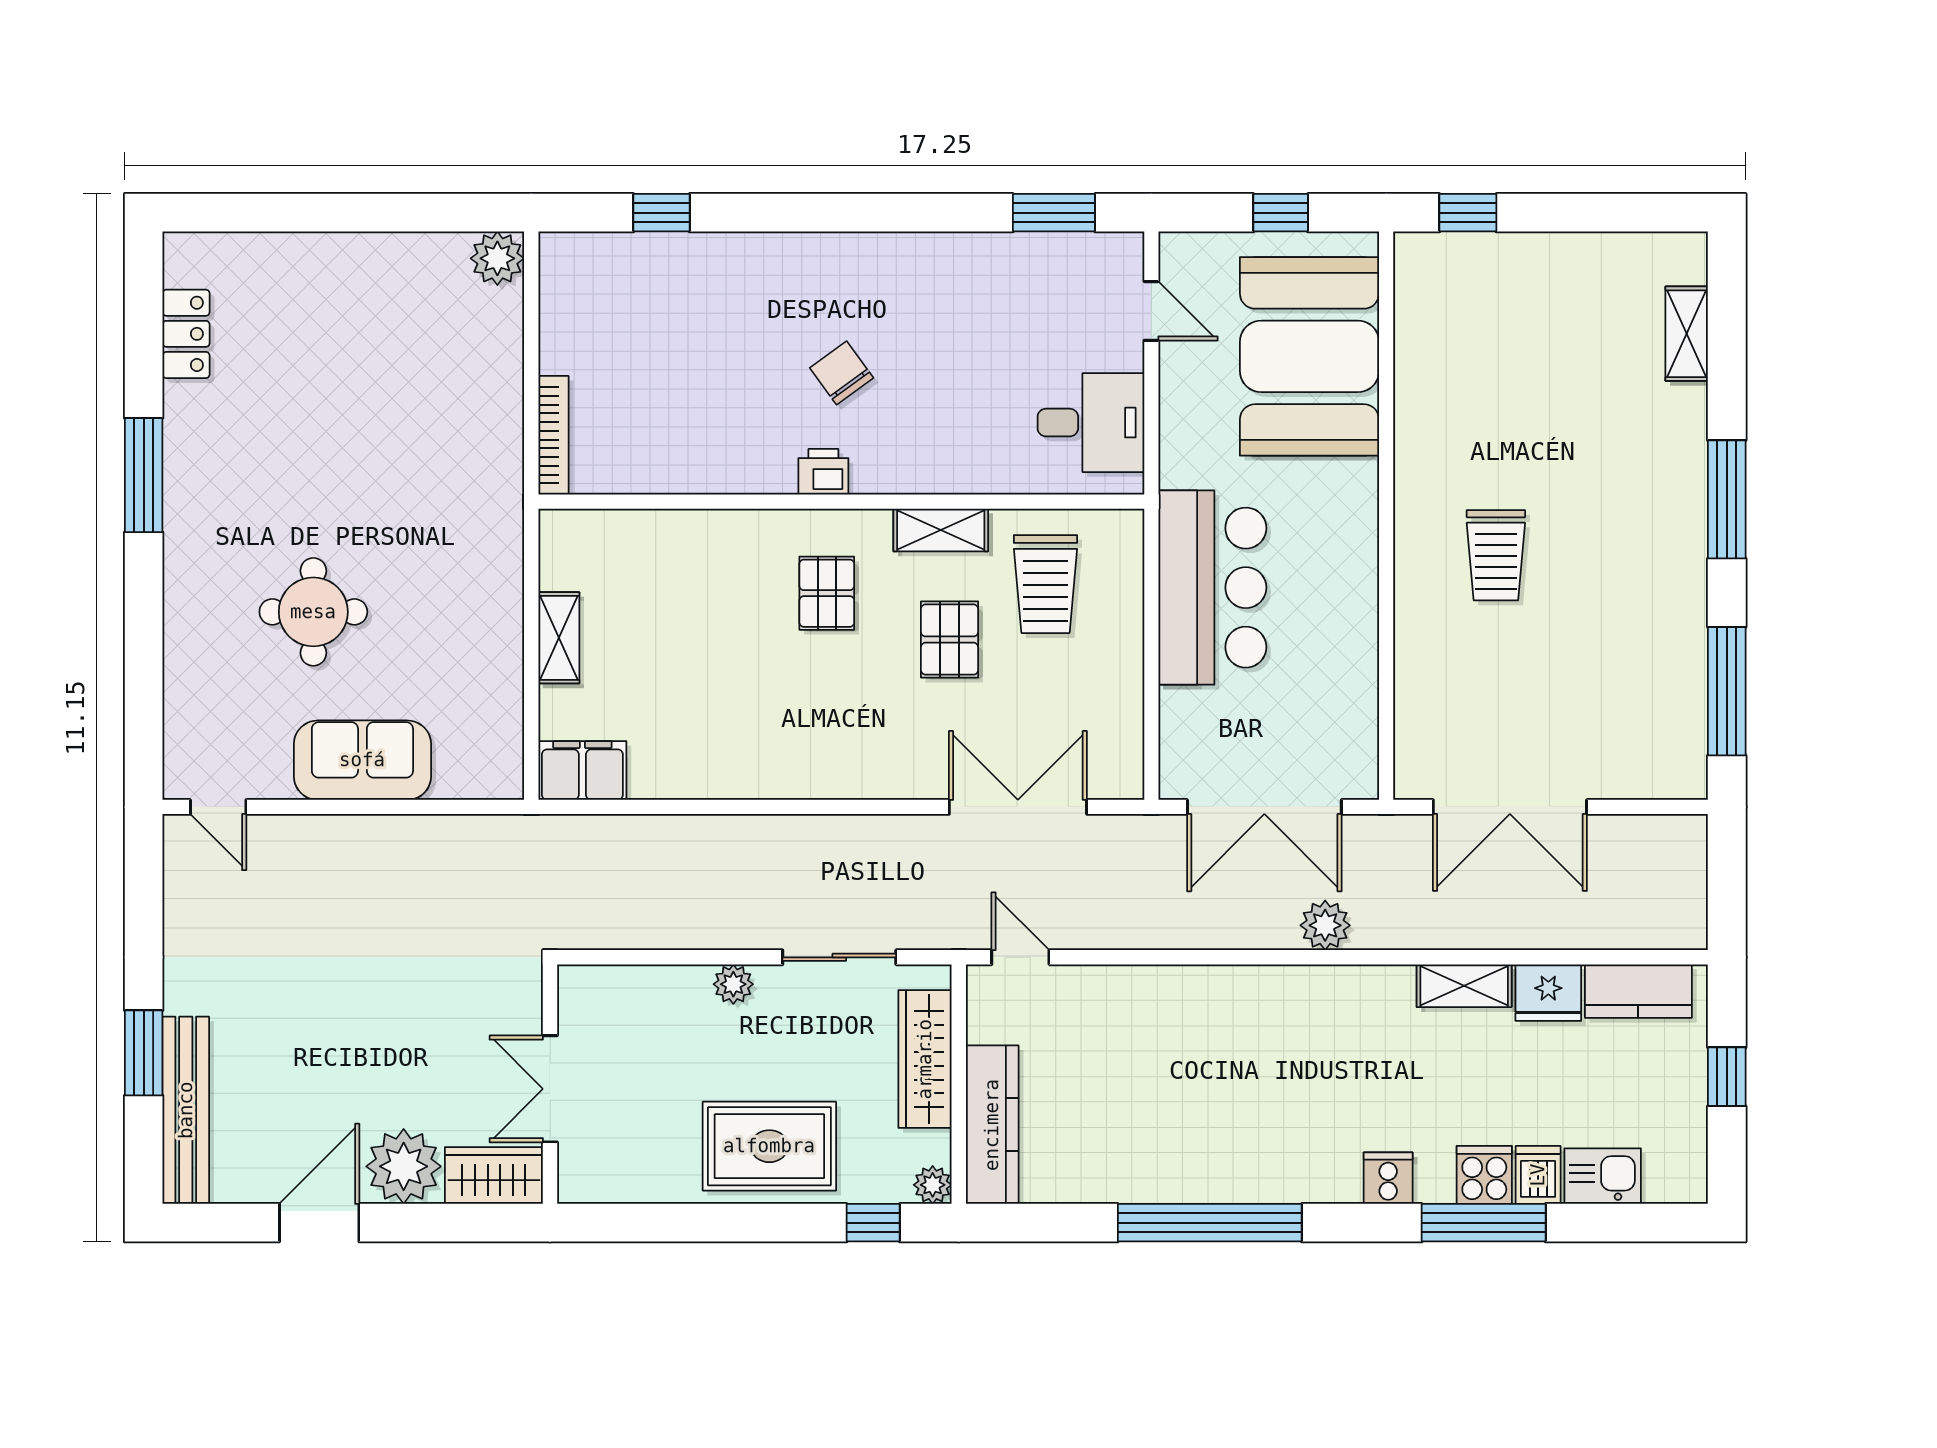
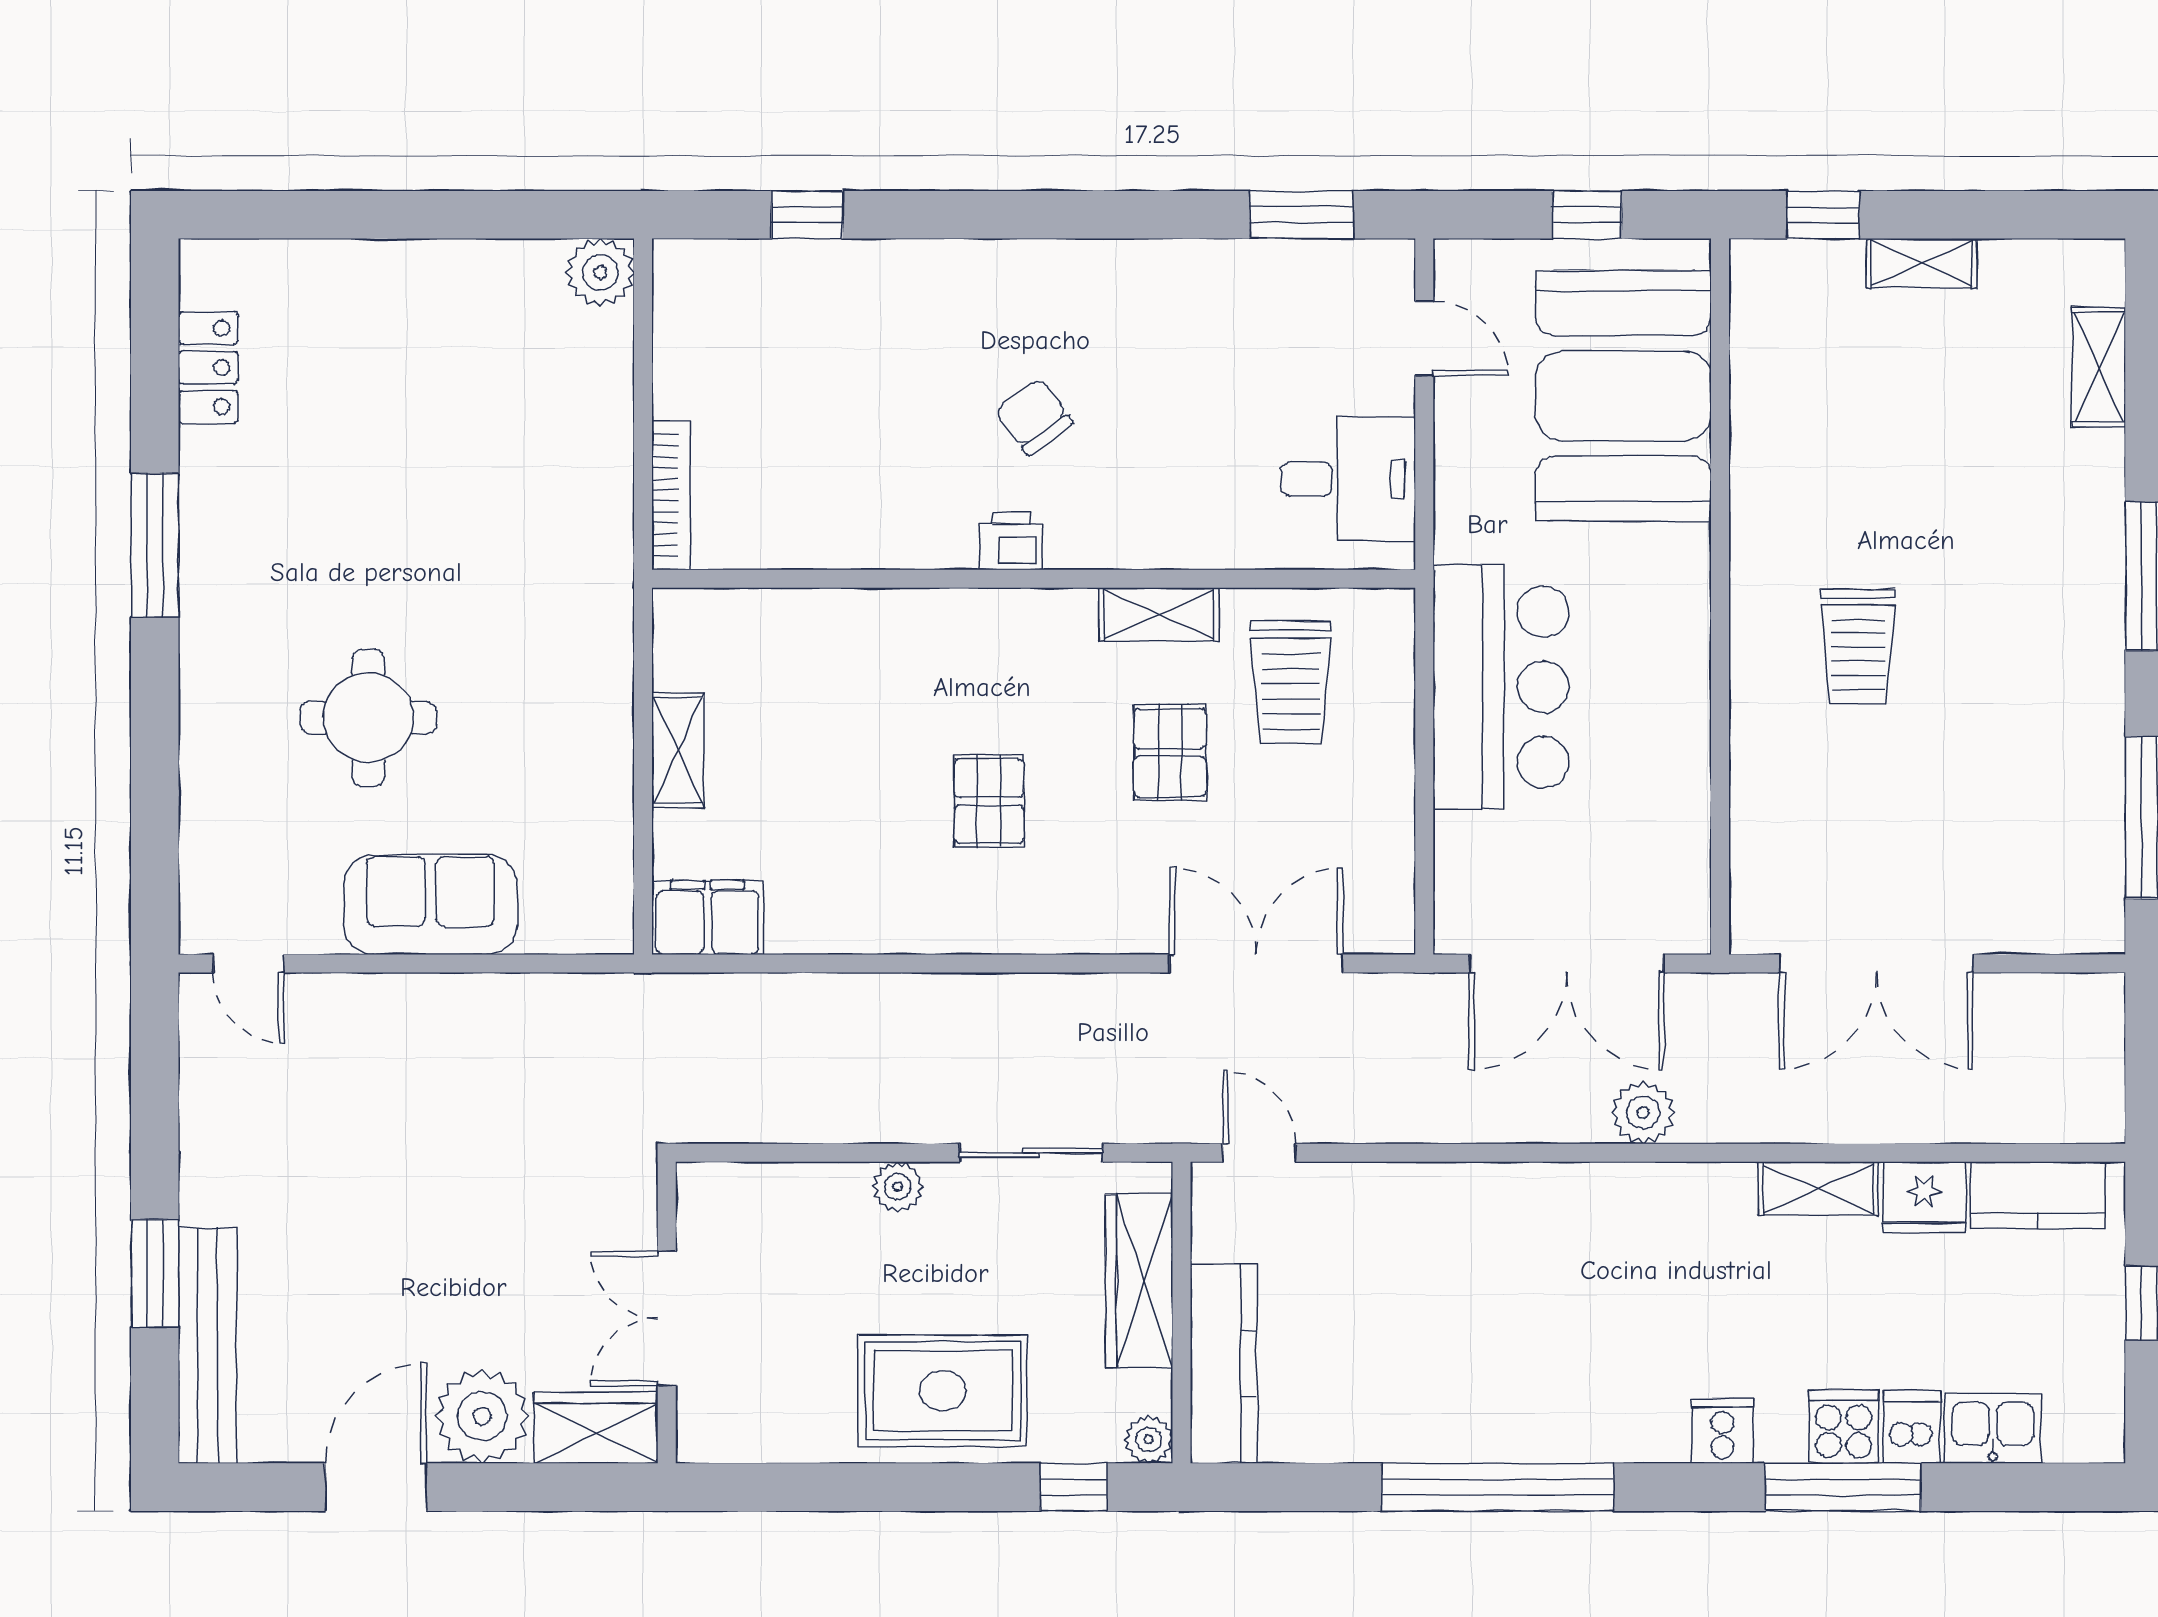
shelving: (1546, 251) -> (1922, 263), added
pallet: (827, 593) -> (989, 801), moved

